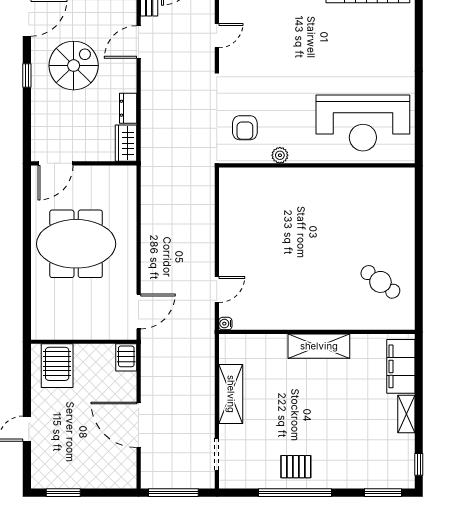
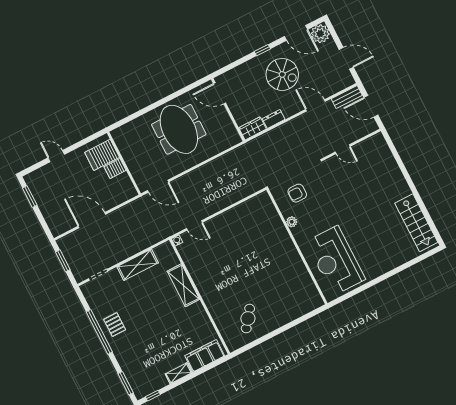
shelving: (319, 346) -> (183, 285), moved
server rack: (126, 357) -> (115, 169), moved
door: (139, 425) -> (92, 220), hinge flipped
window: (173, 493) -> (63, 261), width x0.69

